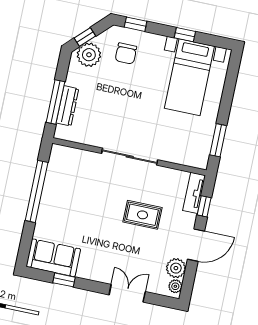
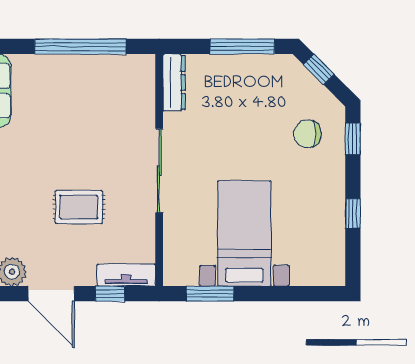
plant: (89, 55) -> (294, 81), removed
bed with nightstands: (189, 77) -> (244, 233), moved, turned 90
window: (55, 102) -> (242, 46), moved
dresser: (67, 106) -> (174, 82), moved, turned -90
rug: (143, 215) -> (79, 207), turned 90

